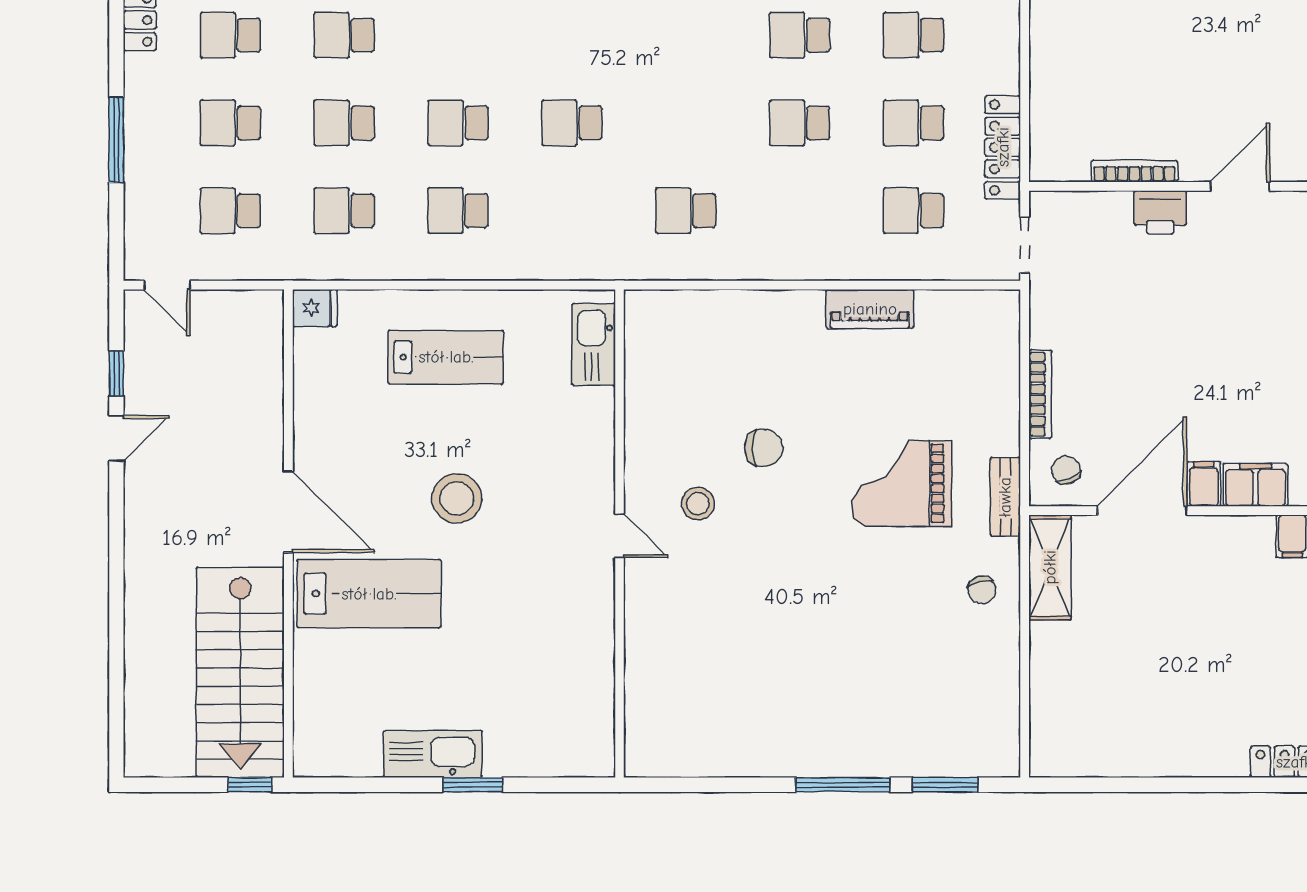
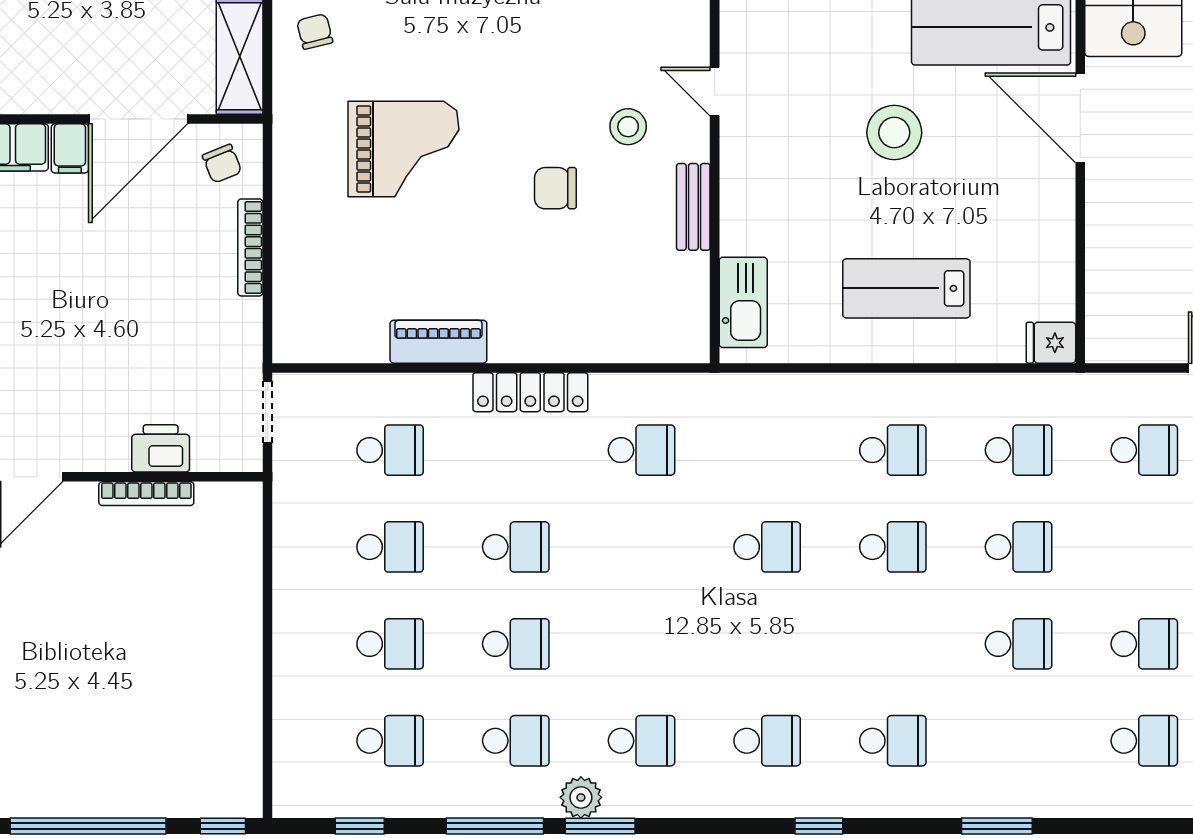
school desk: (230, 123) -> (1144, 547), removed
locker: (1003, 147) -> (530, 392), moved, turned 90
printer: (1160, 212) -> (161, 448), moved
bench: (1005, 497) -> (693, 207), moved

